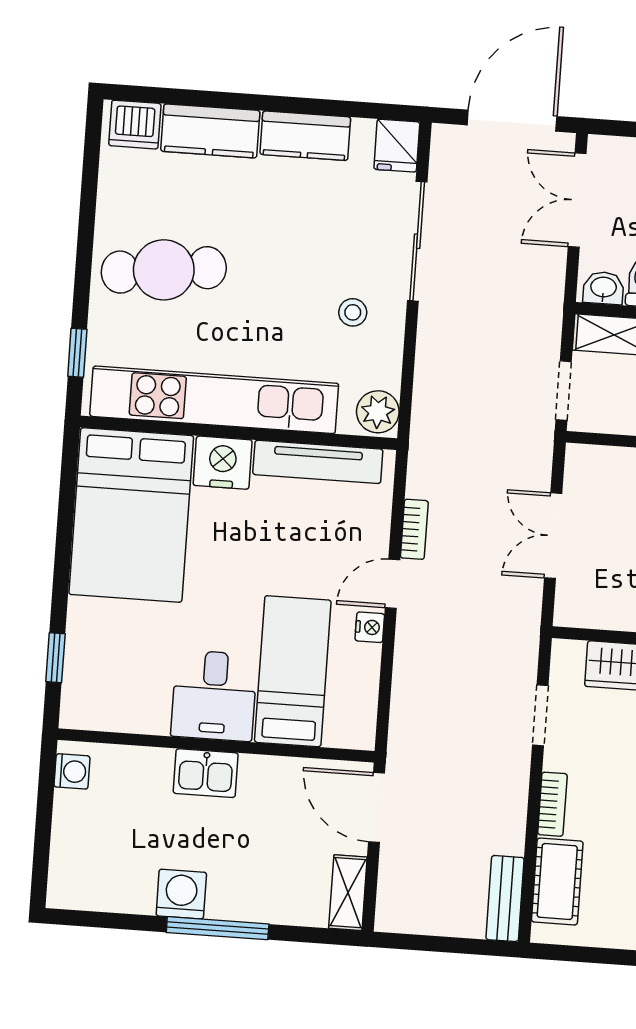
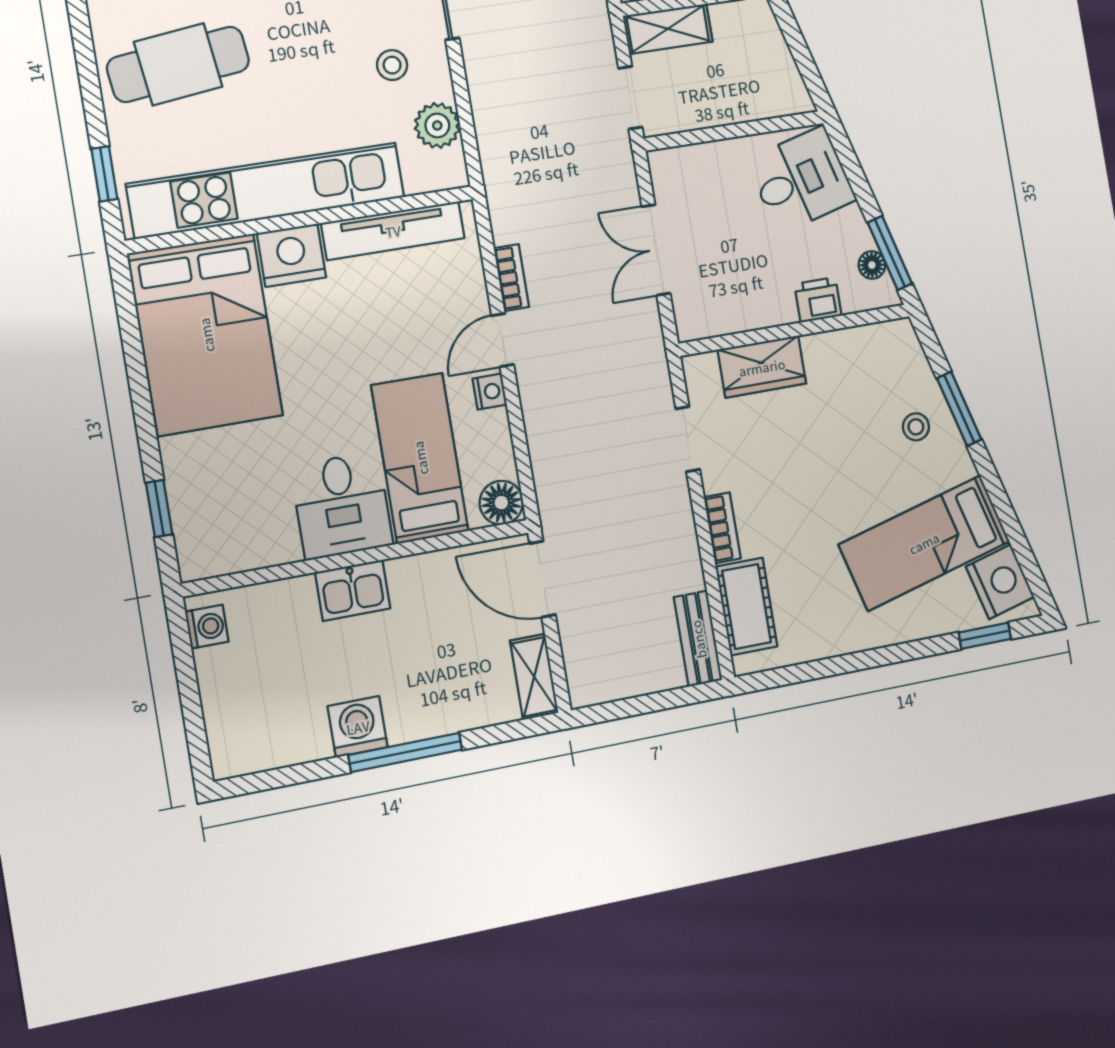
plant: (378, 412) -> (437, 125), moved
floor lamp: (356, 729) -> (501, 503), added

